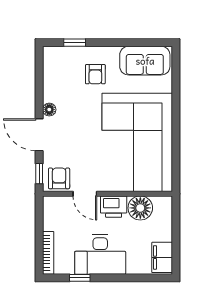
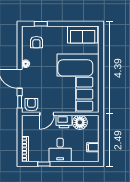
armchair: (95, 74) -> (36, 42), moved
door: (85, 194) -> (47, 114), hinge flipped
desk: (100, 254) -> (60, 150), width x0.73
filing cabinet: (162, 257) -> (93, 147), width x0.50

